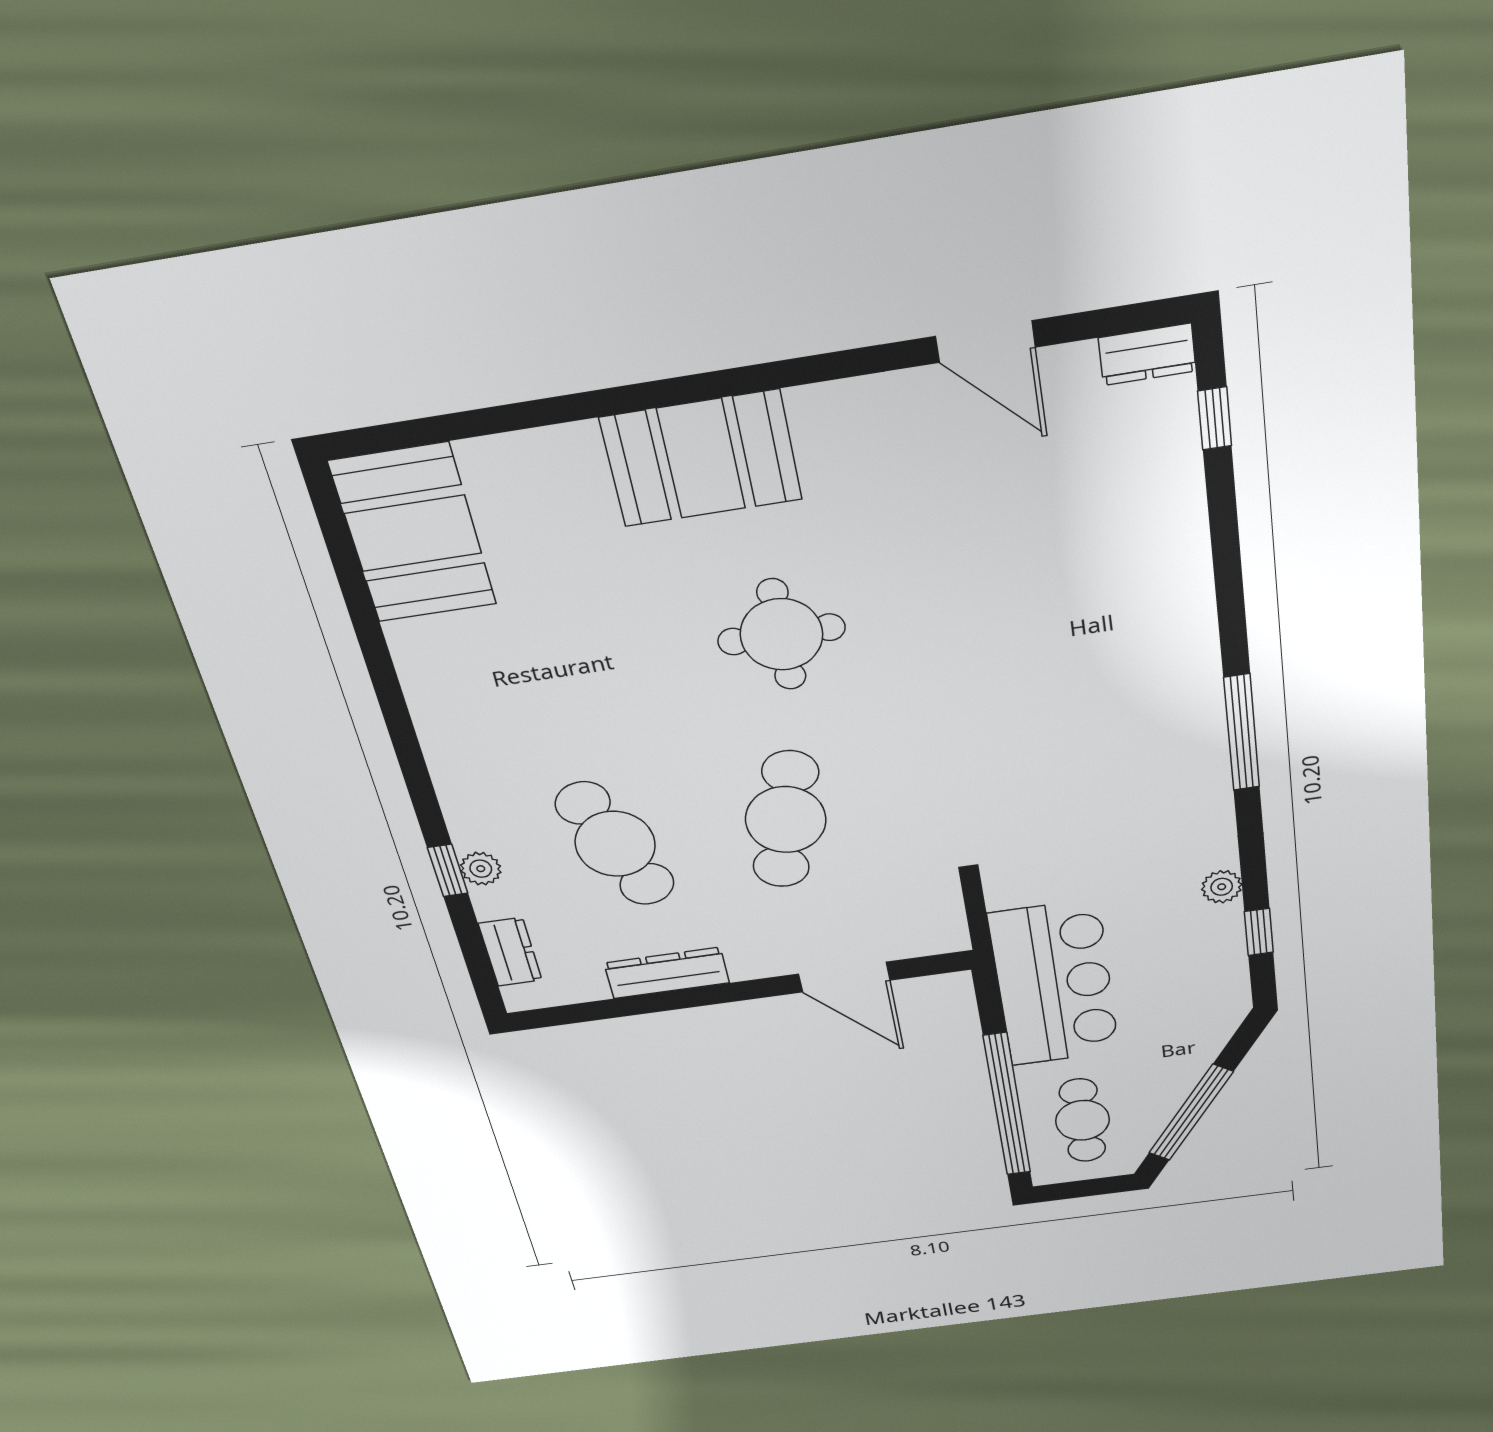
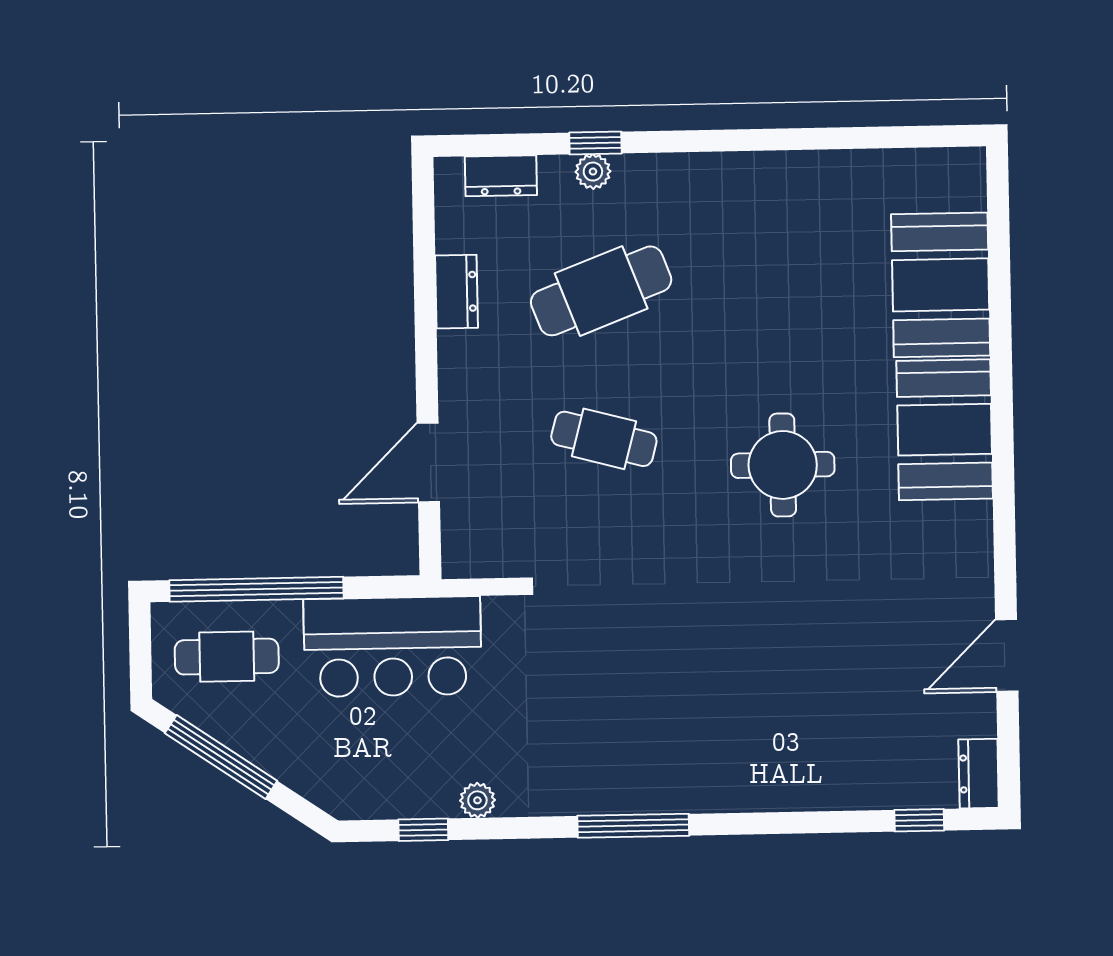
booth: (413, 533) -> (941, 285), moved, turned 90
cafe table: (786, 820) -> (604, 439), width x0.73, depth x0.74
dresser: (667, 973) -> (456, 292), width x0.70

